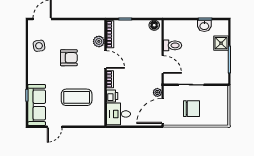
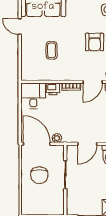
coffee table: (77, 97) -> (52, 50), width x0.54, depth x0.58

